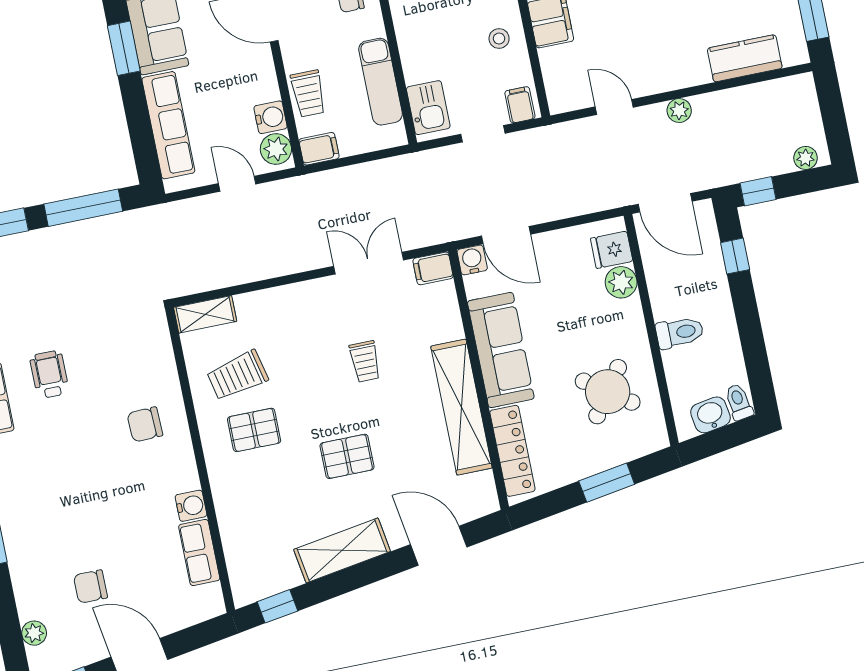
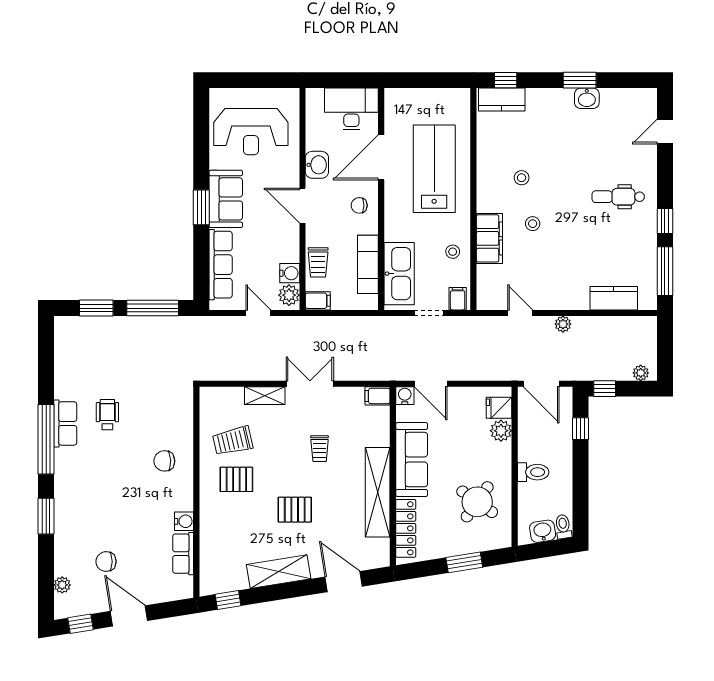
kitchen sink: (428, 108) -> (399, 274), width x1.88, depth x1.24
double door: (369, 263) -> (310, 384), moved
shelving: (205, 314) -> (265, 396), moved

